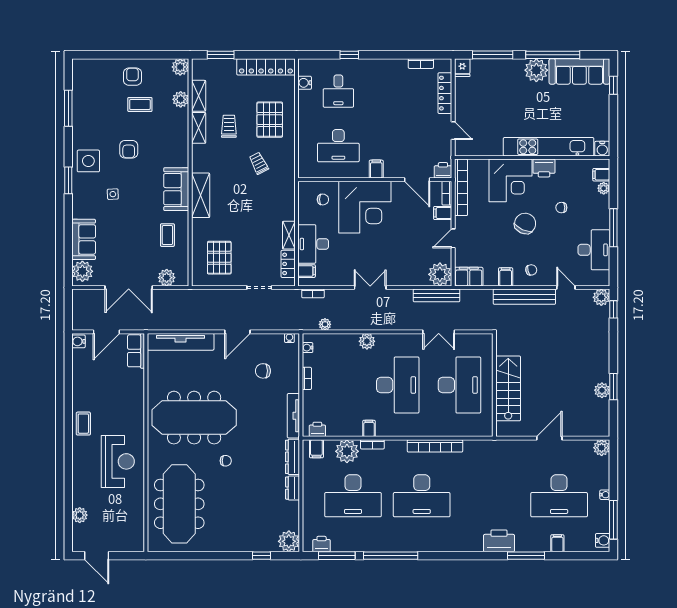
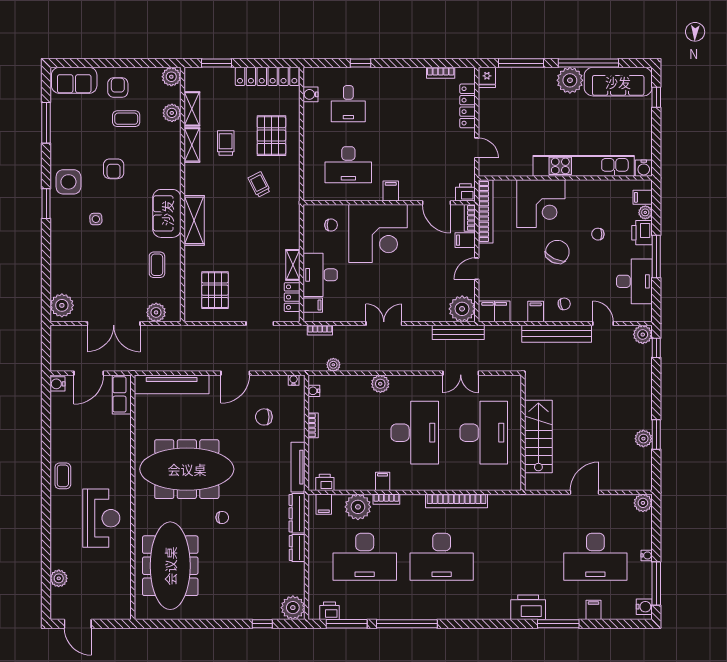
printer: (544, 168) -> (642, 233), moved, turned 90
sofa: (84, 239) -> (74, 80), moved, turned 90

